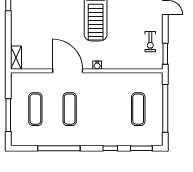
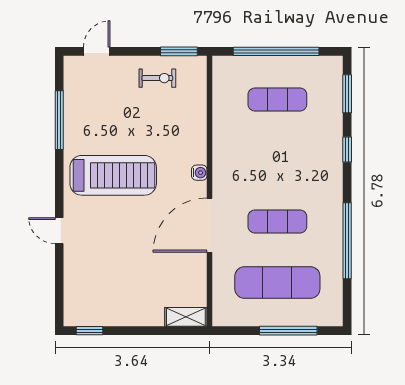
exercise mat: (35, 109) -> (277, 283), width x1.36, depth x1.45

